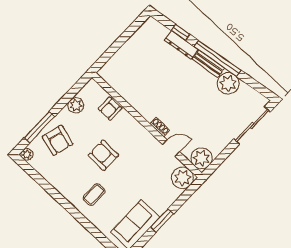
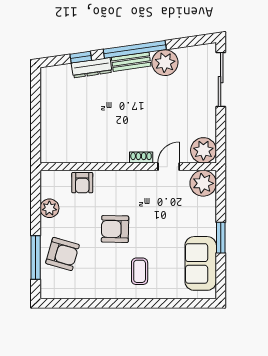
plant: (27, 154) -> (47, 292), removed

